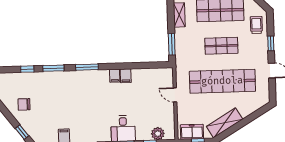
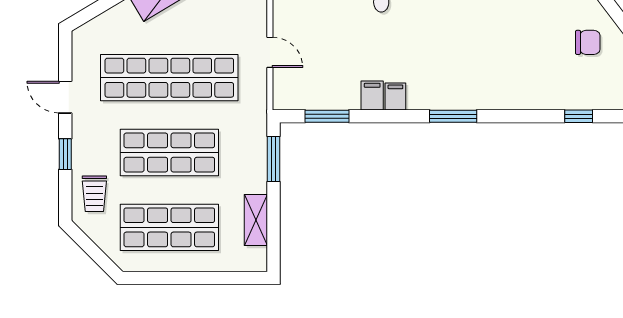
shop shelf: (221, 46) -> (169, 153), width x1.43, depth x1.36
window: (53, 68) -> (327, 116), moved

